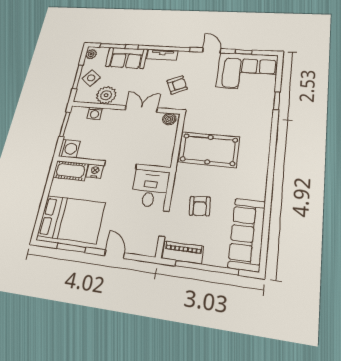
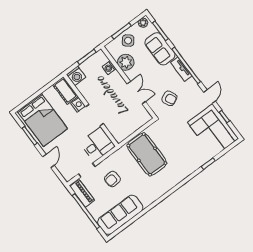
boiler: (169, 119) -> (145, 115), removed

